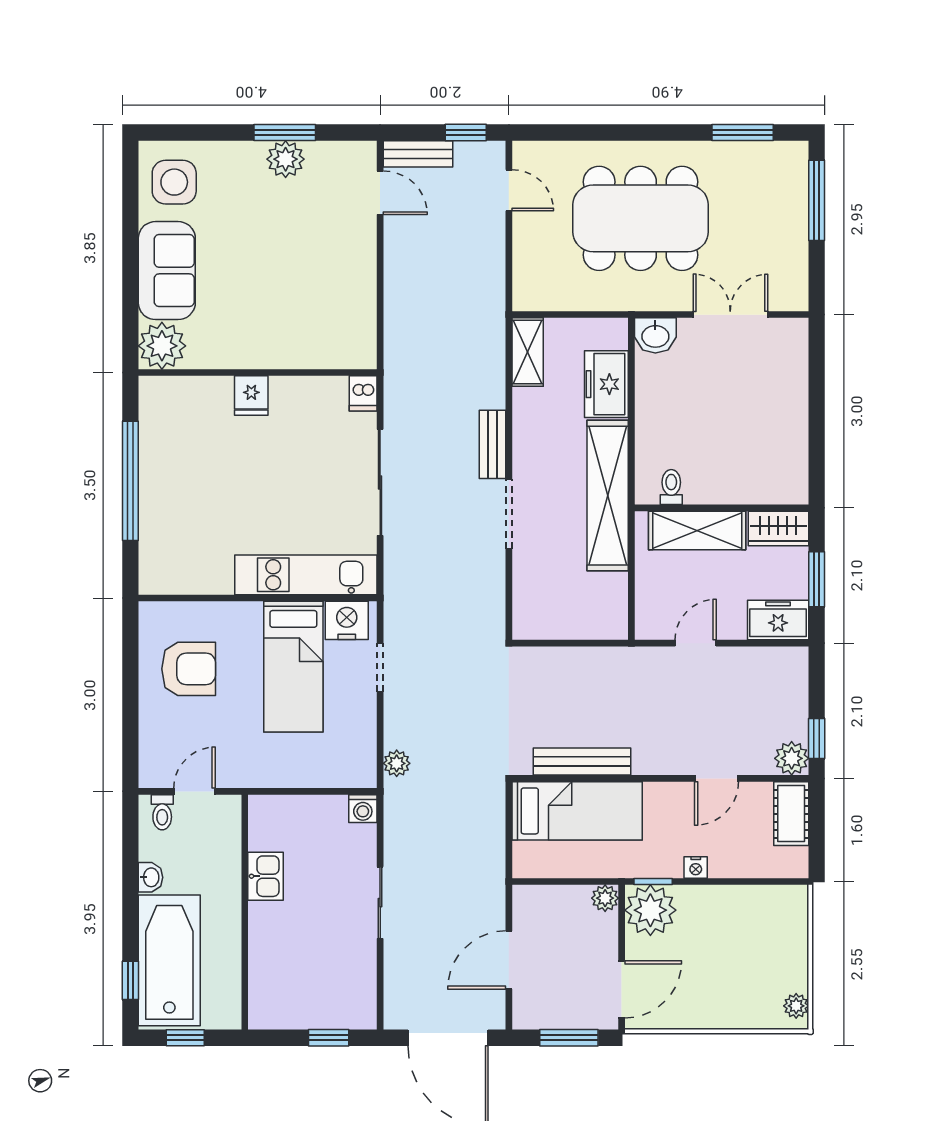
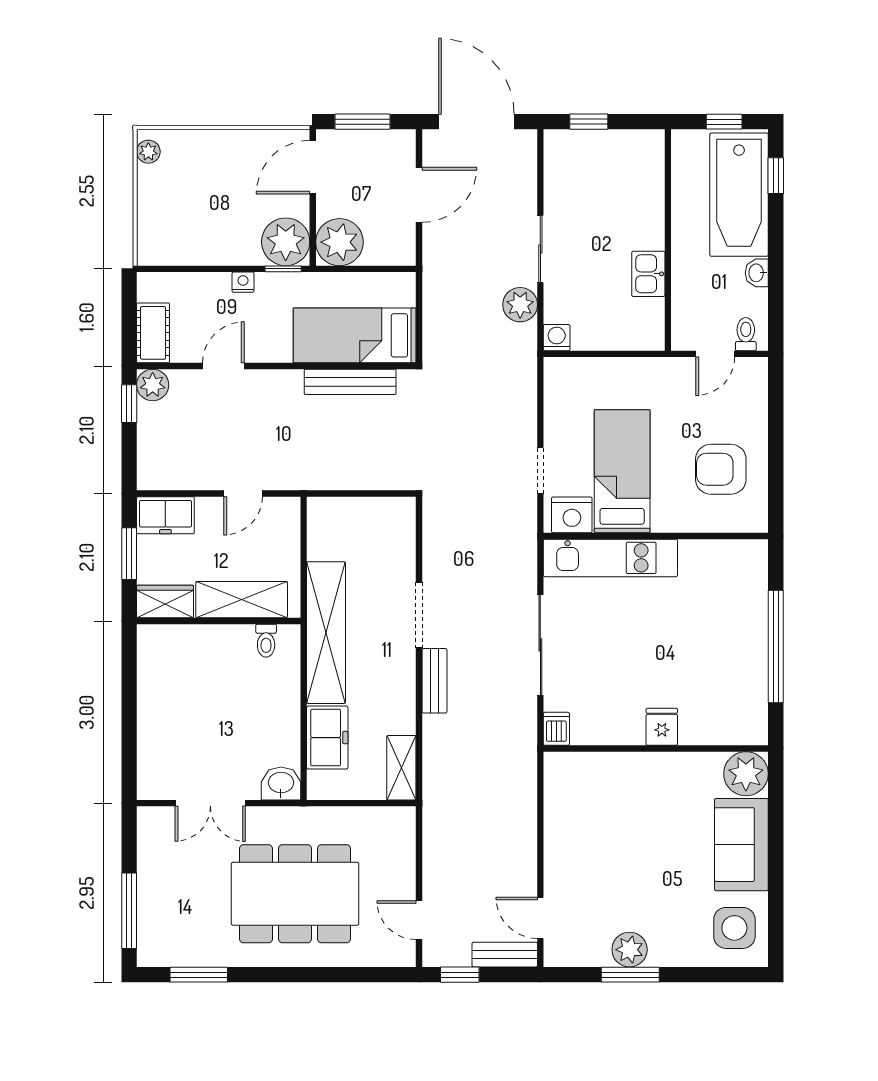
plant: (397, 763) -> (520, 305), moved, width x1.38, depth x1.38
plant: (605, 898) -> (339, 242), width x1.88, depth x1.88

